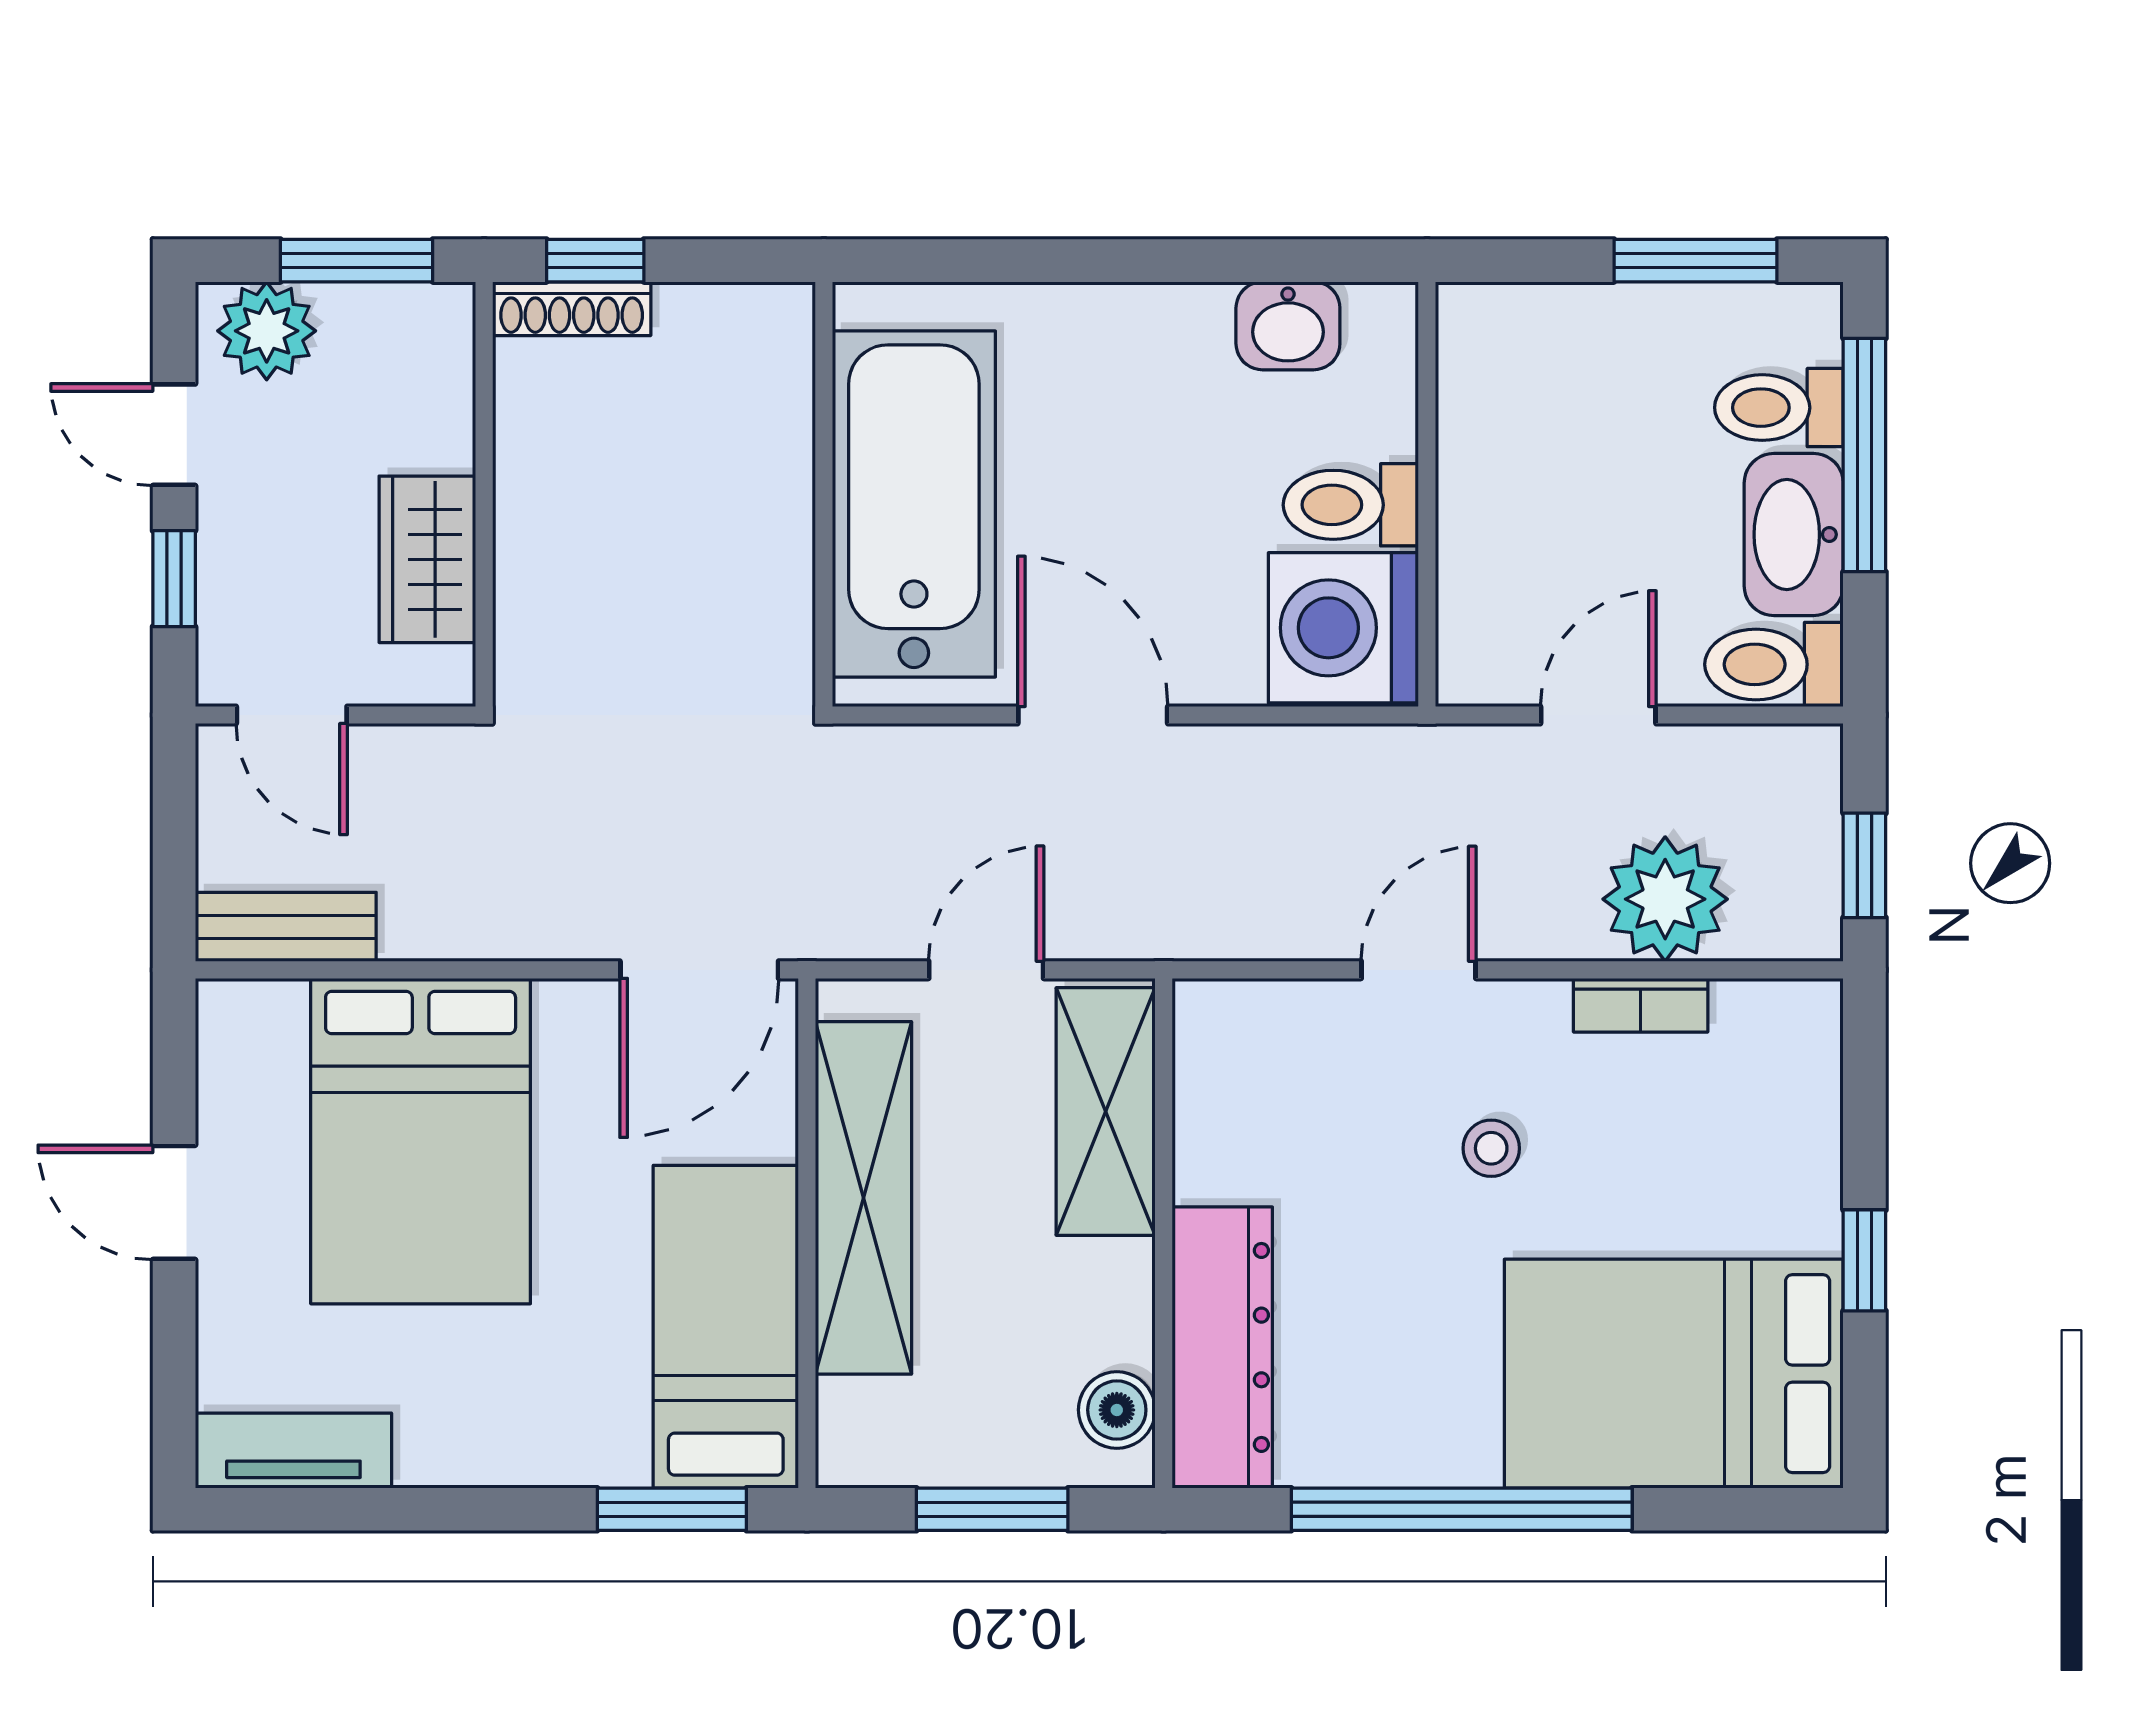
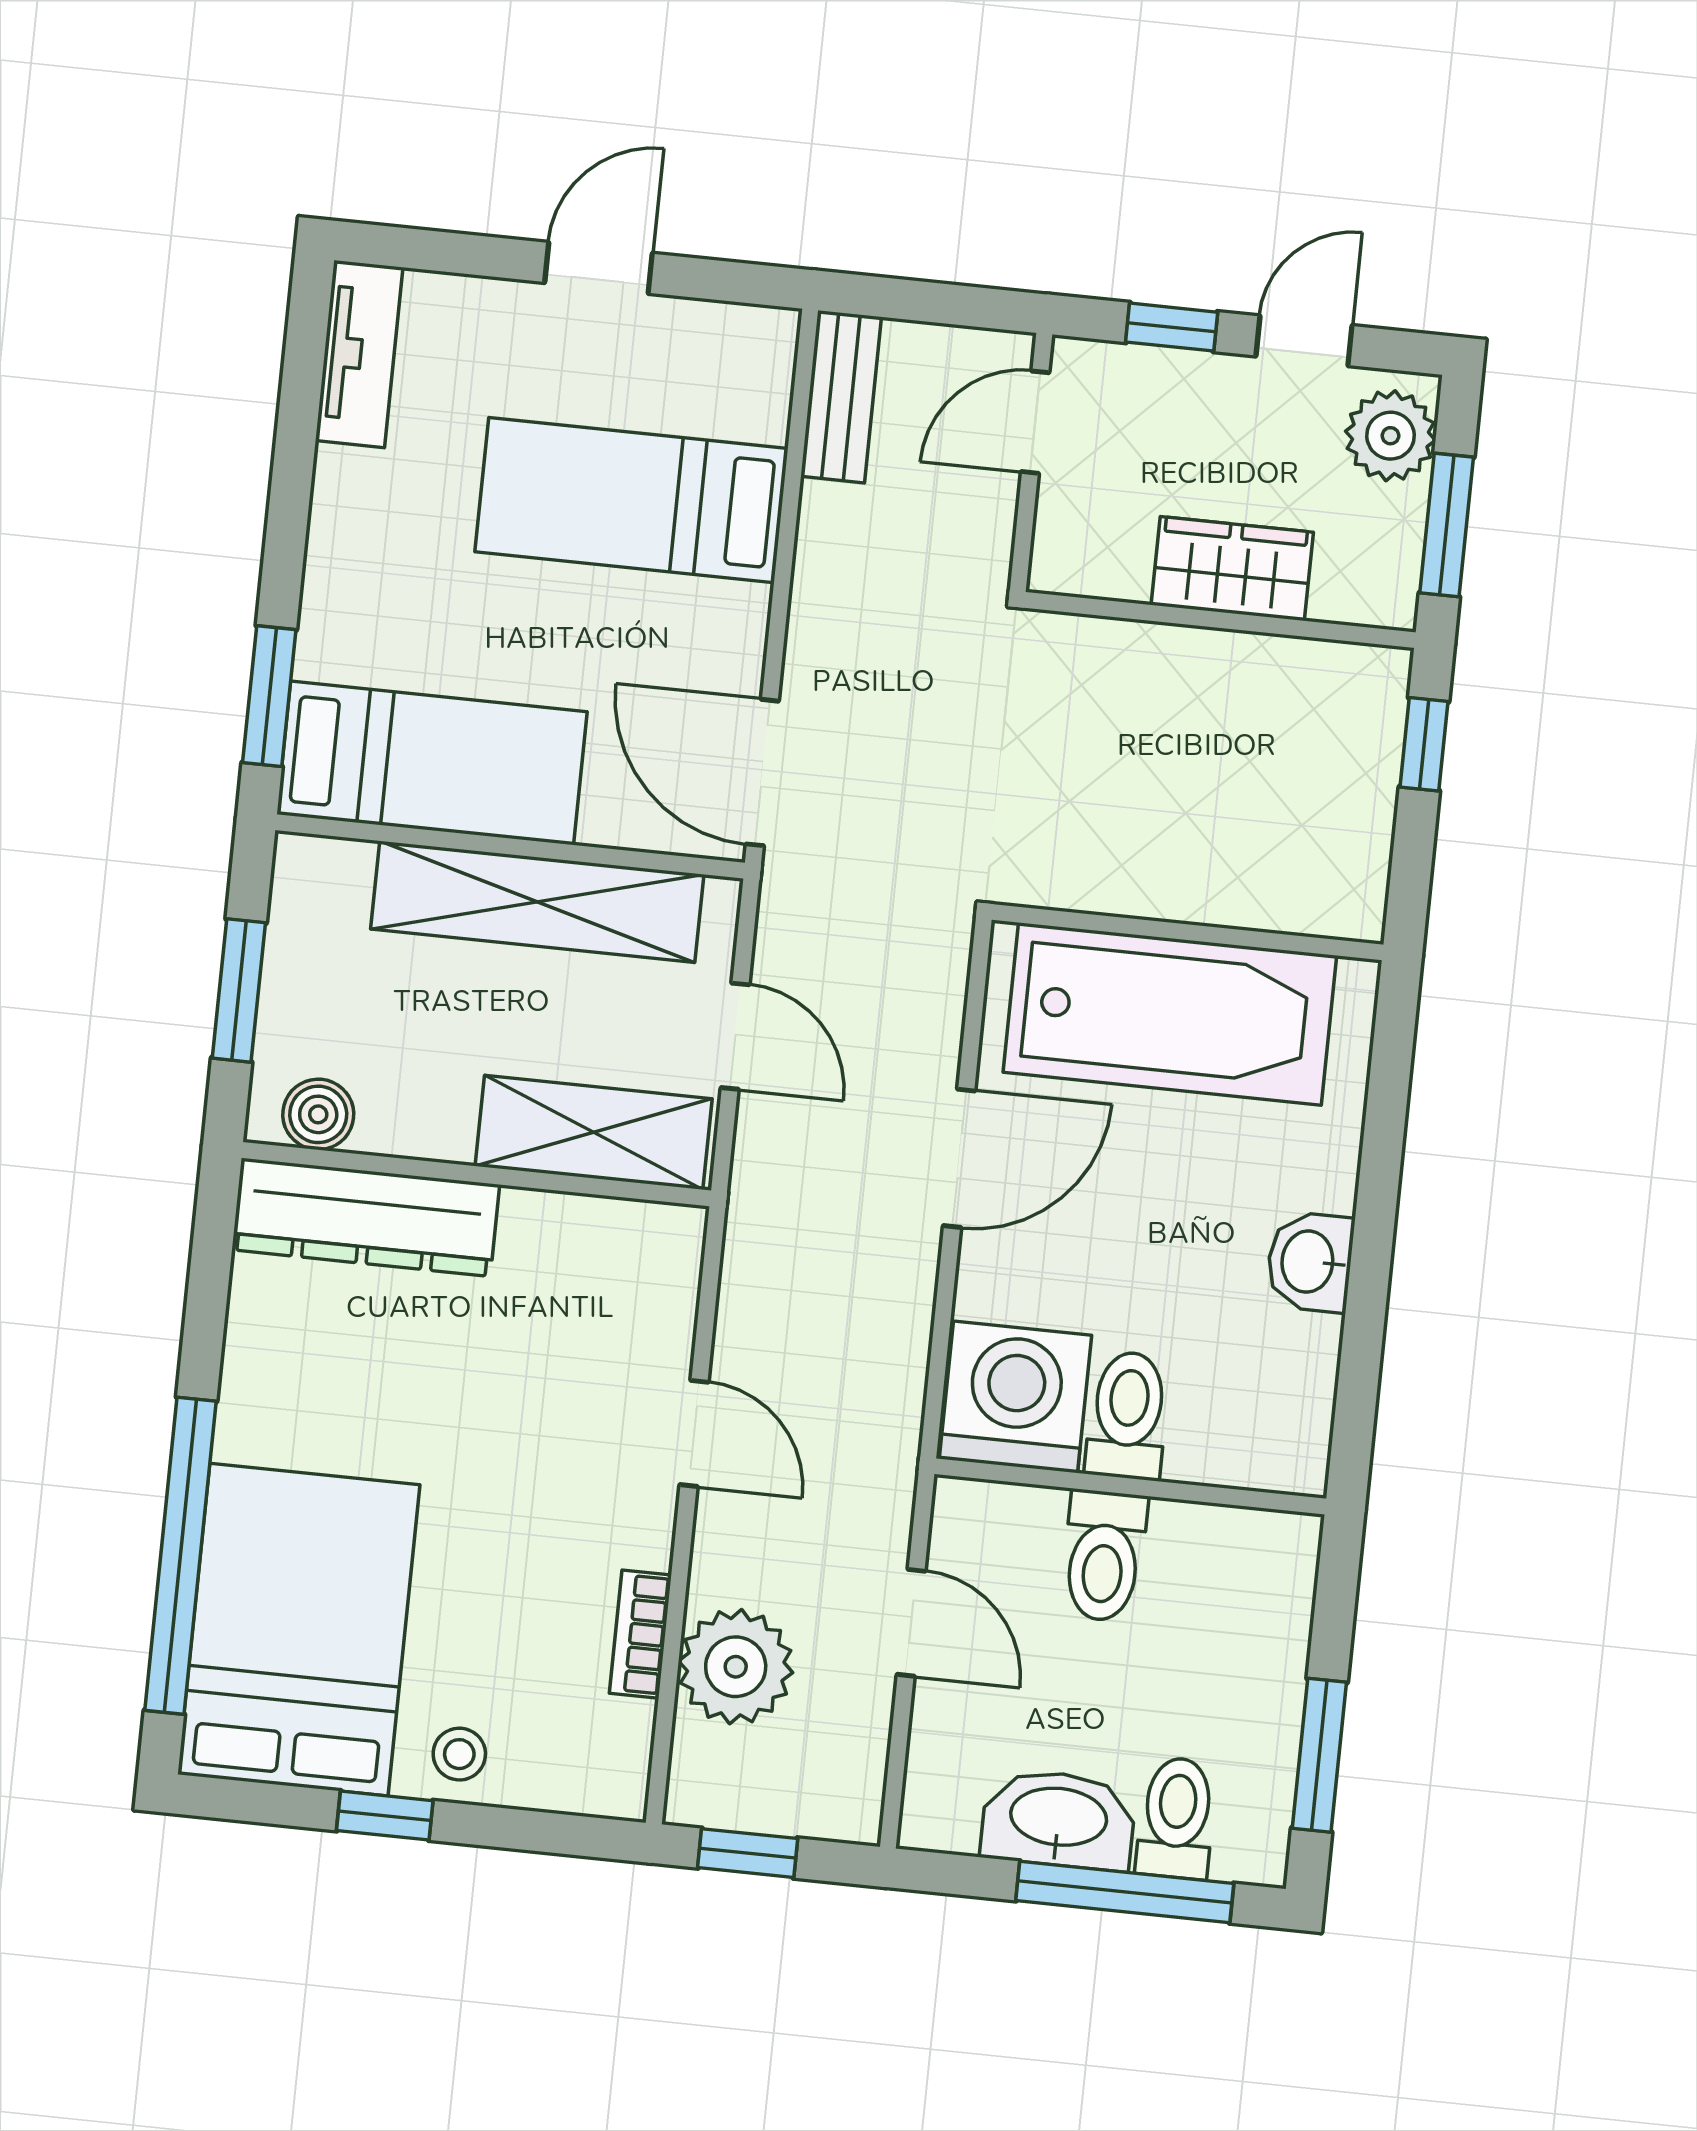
shoe rack: (572, 309) -> (1382, 718), removed
washbasin: (1288, 326) -> (1310, 1262), moved
wardrobe: (427, 559) -> (1232, 569), moved
toilet: (1774, 664) -> (1104, 1556), moved, turned 180
bed: (421, 1141) -> (631, 500), width x0.67
stool: (1491, 1148) -> (459, 1754), moved
window: (1462, 1509) -> (180, 1556), moved

